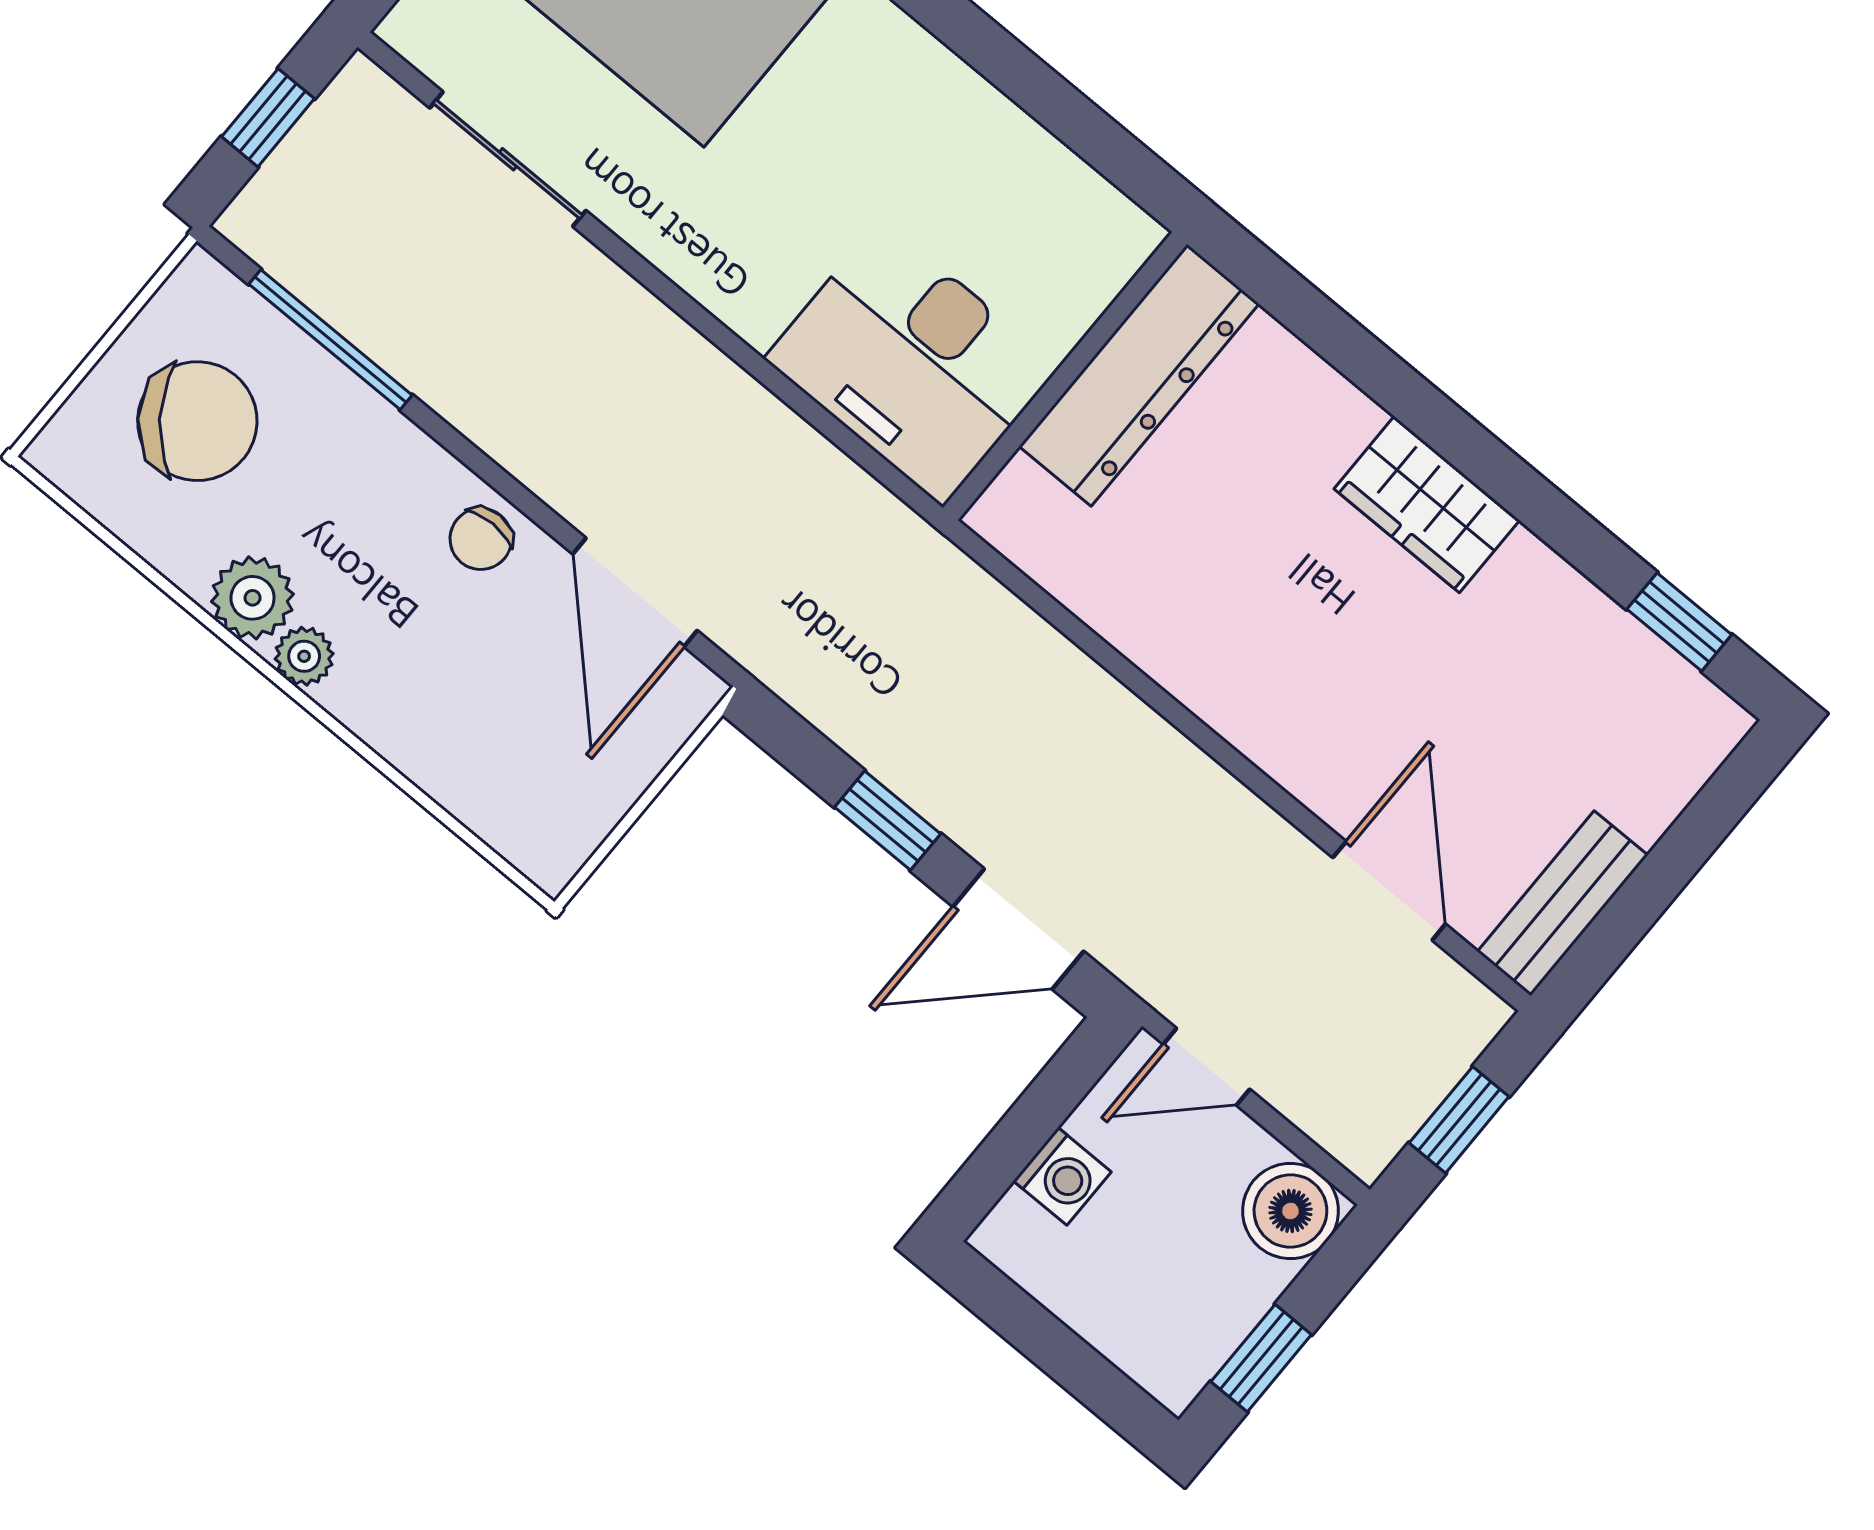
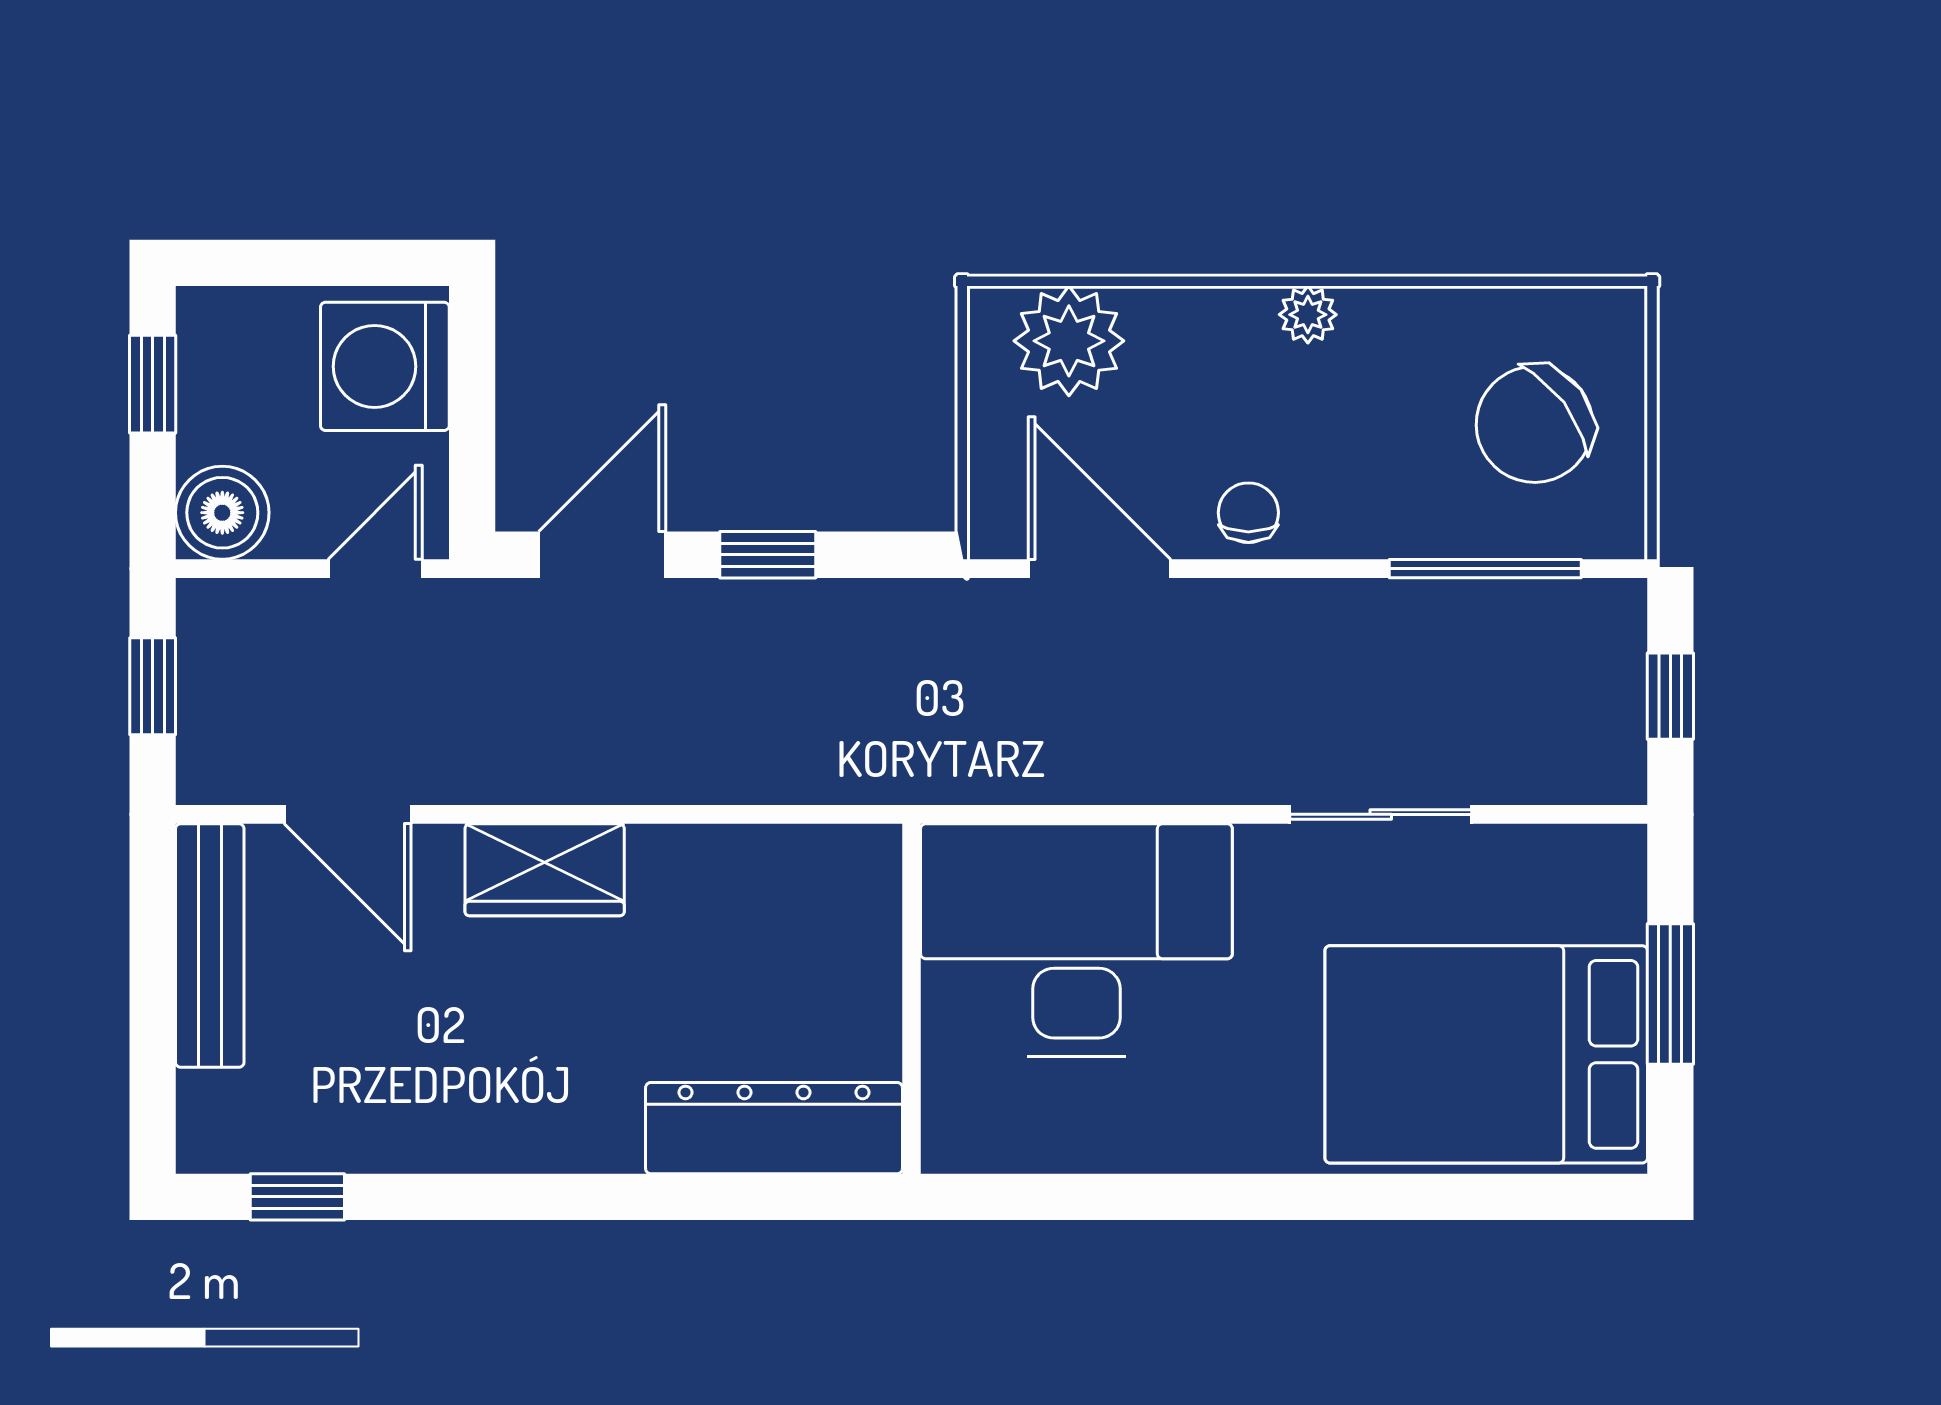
sliding door: (508, 159) -> (1381, 814), moved
desk: (912, 363) -> (1076, 940), width x1.36, depth x1.30
dresser: (1139, 375) -> (774, 1128), moved, turned 90
wardrobe: (1427, 504) -> (545, 870), moved, turned 180
plant: (253, 598) -> (1069, 341), moved, width x1.36, depth x1.36
bench: (1563, 903) -> (210, 946), width x1.36
washing machine: (1062, 1176) -> (385, 366), width x1.89, depth x1.89

